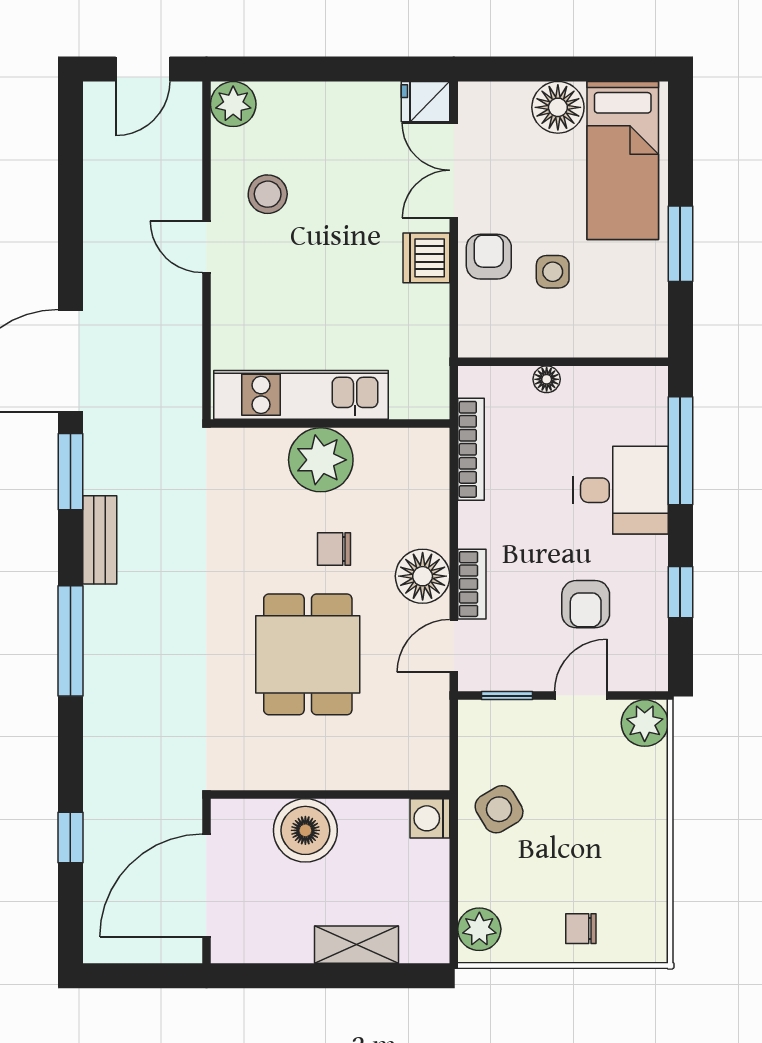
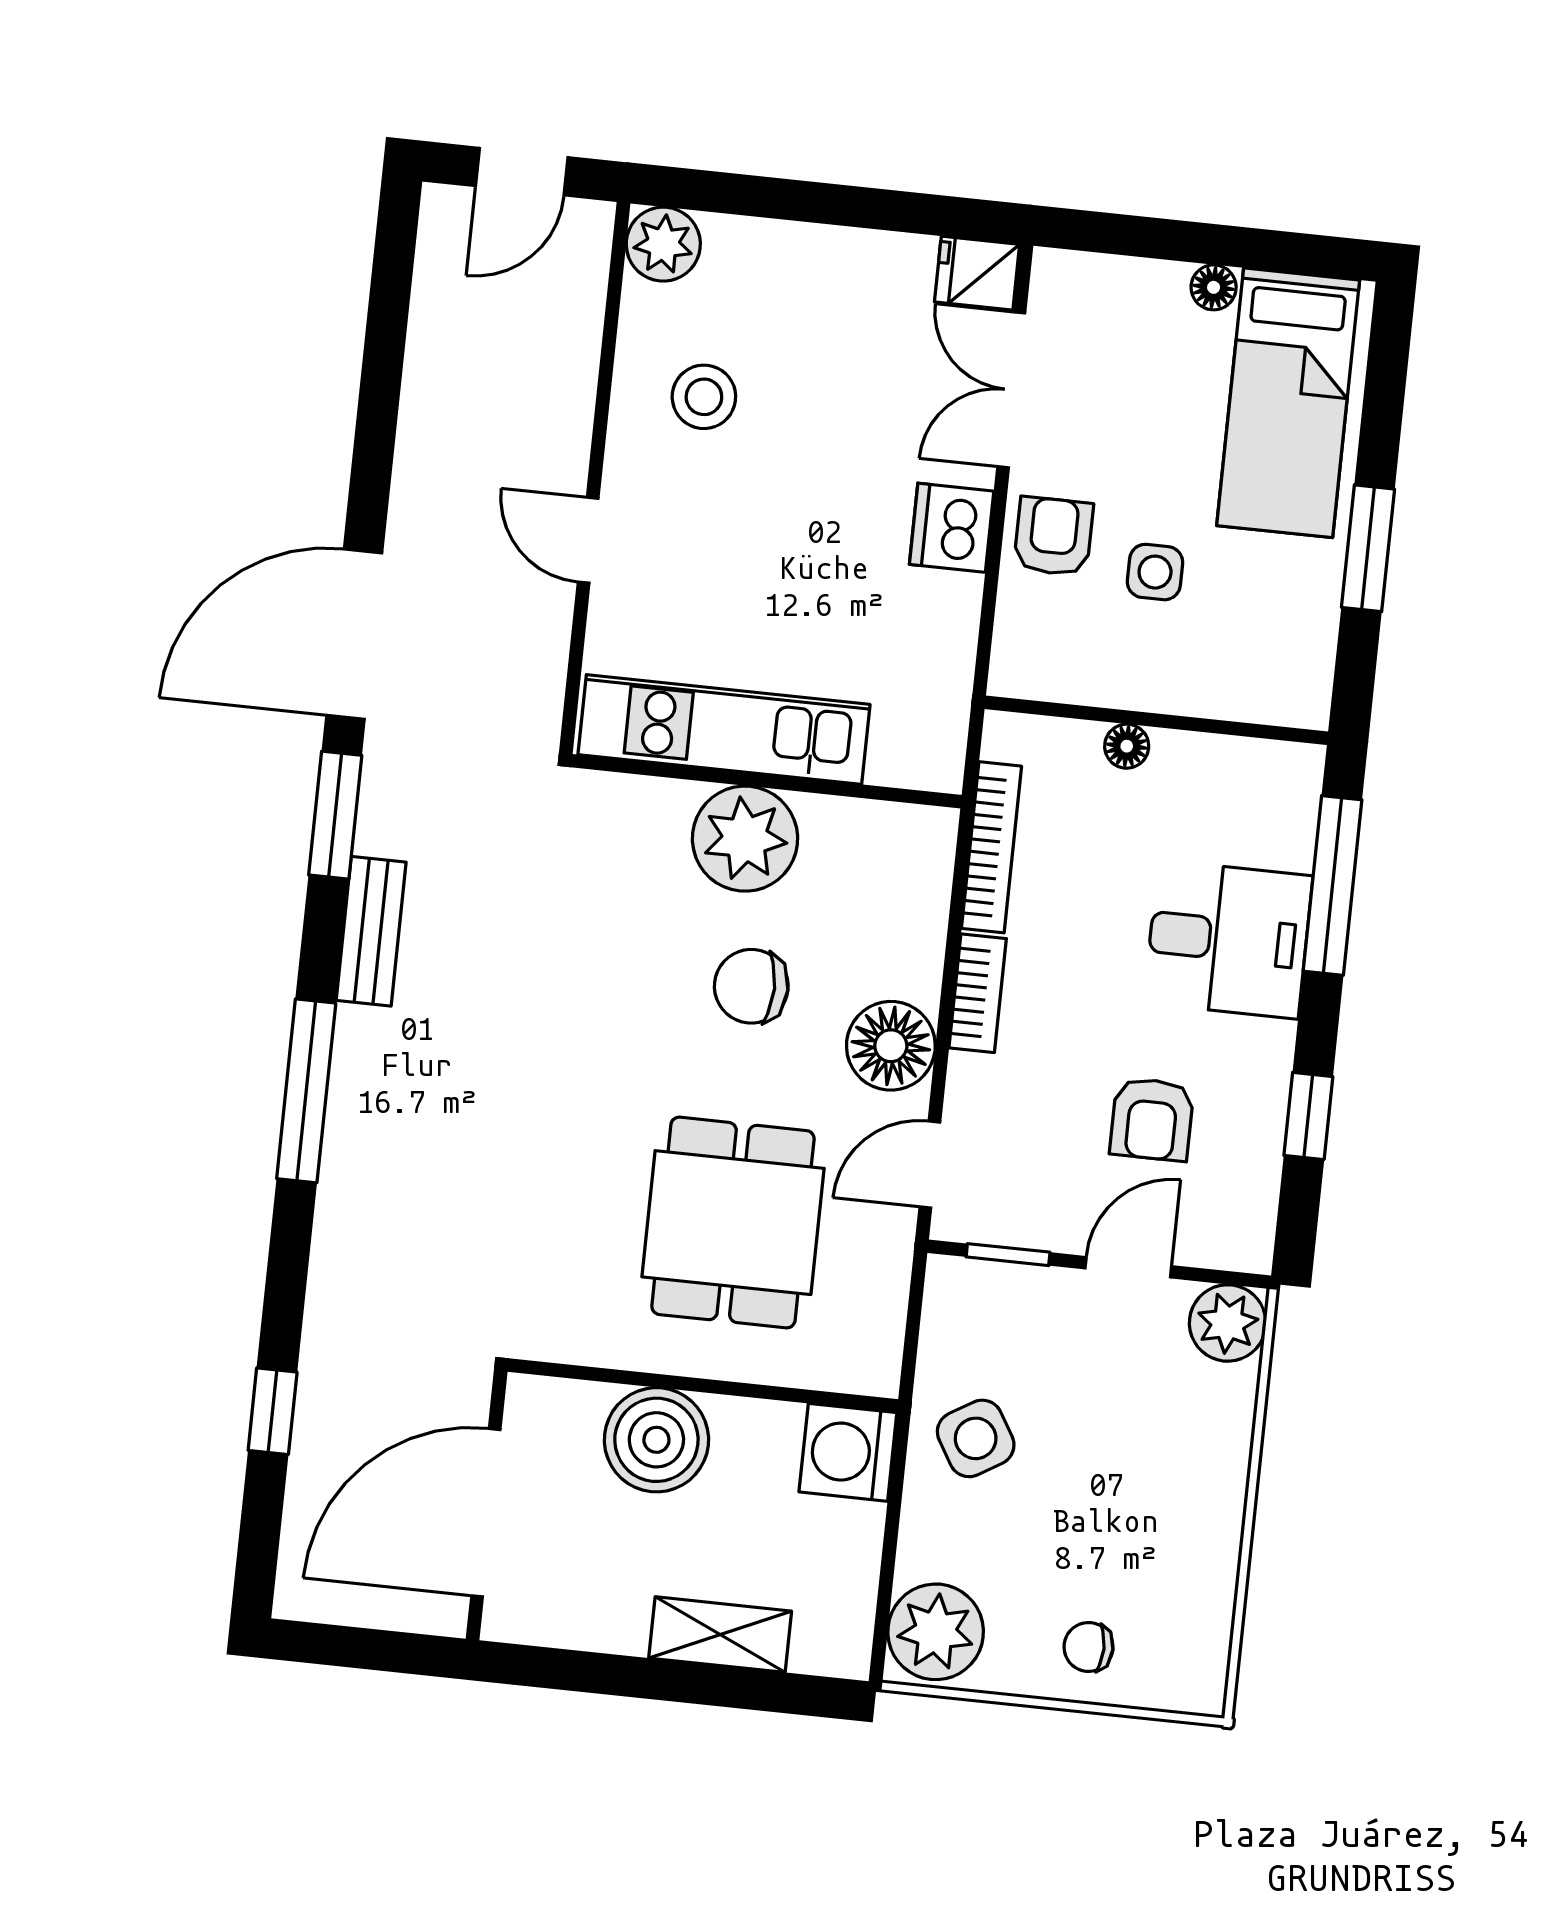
floor lamp: (558, 107) -> (1214, 287), width x0.53, depth x0.53
door: (206, 247) -> (588, 540), moved
chair: (334, 549) -> (751, 986), width x1.37, depth x1.37
bookcase: (472, 584) -> (978, 993), moved
dining table: (308, 654) -> (733, 1223), moved
washing machine: (430, 818) -> (848, 1452), width x1.38, depth x1.38
plant: (479, 929) -> (936, 1632), width x1.36, depth x1.36

